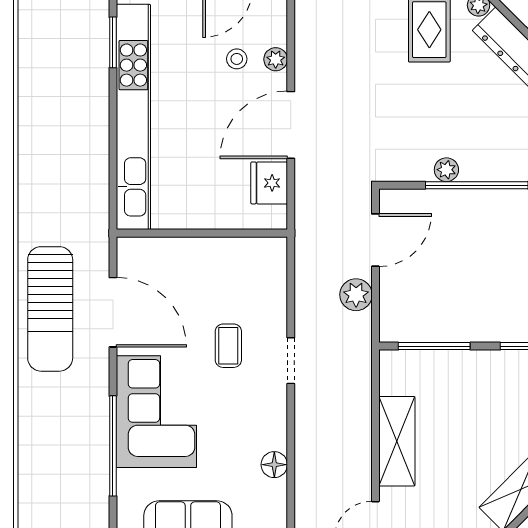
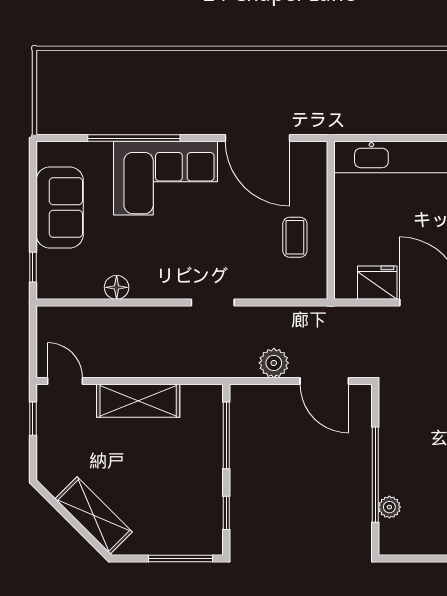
plant: (446, 170) -> (389, 507), moved
sun lounger: (50, 309) -> (261, 80), removed
door: (113, 312) -> (258, 138), hinge flipped
coffee table: (228, 346) -> (295, 237), moved, turned 90

